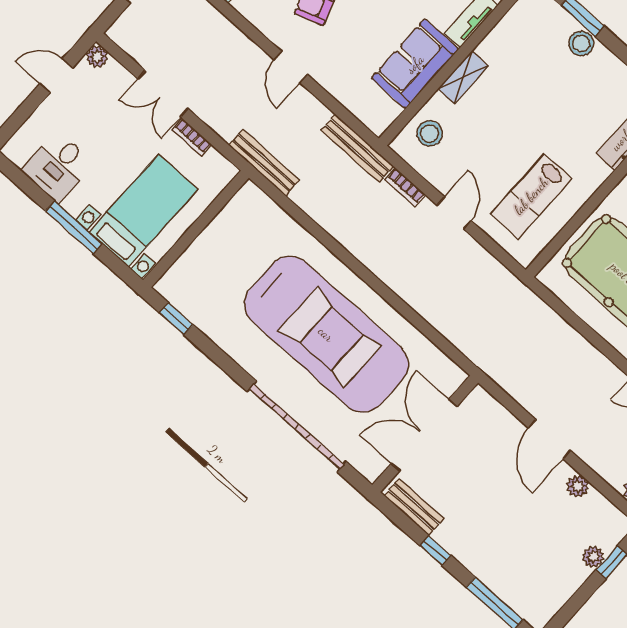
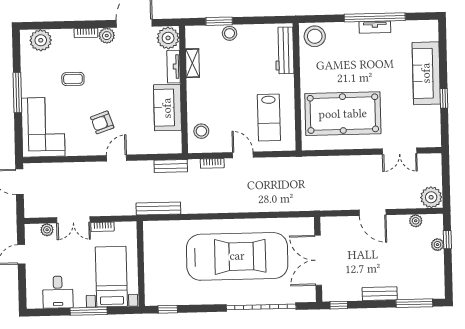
plant: (97, 56) -> (47, 230), moved
door: (291, 67) -> (116, 158), swing flipped
shelving: (463, 77) -> (192, 63), moved
bench: (357, 148) -> (171, 166), width x0.73
bench: (264, 163) -> (158, 208), moved
plant: (578, 486) -> (416, 221), moved
bench: (414, 507) -> (380, 294), moved
window: (435, 550) -> (339, 305), moved

